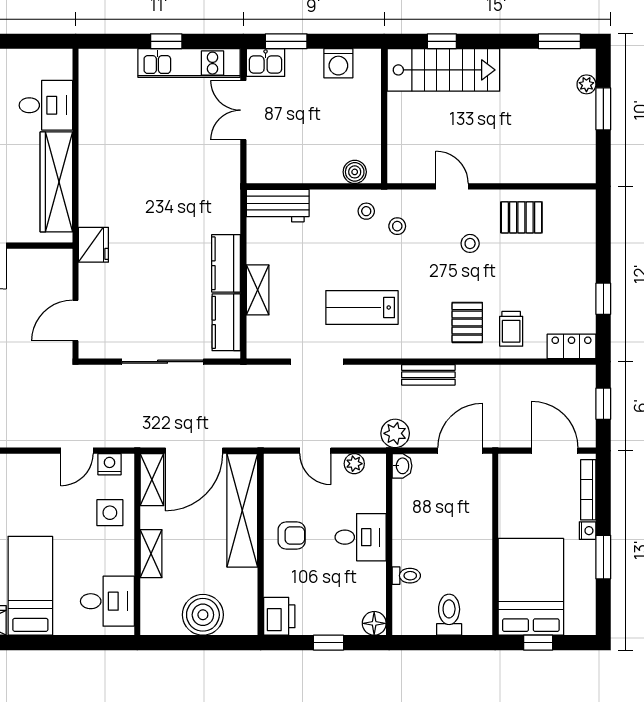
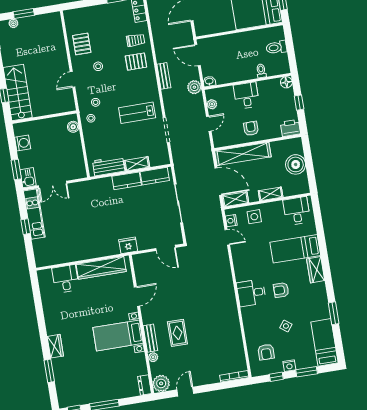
workbench: (278, 206) -> (109, 166), moved, turned -90
lab bench: (362, 307) -> (137, 113), turned 90

